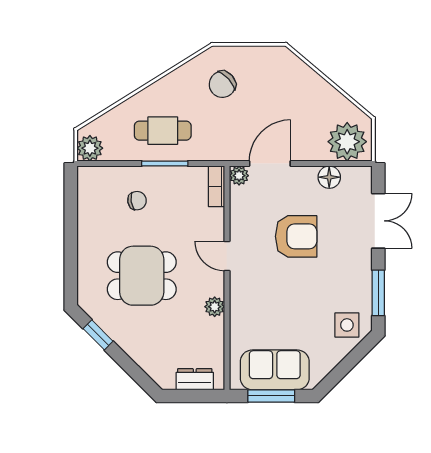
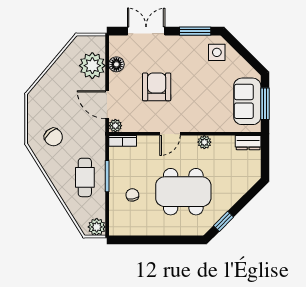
plant: (347, 142) -> (92, 66), moved
dining table: (142, 276) -> (183, 192), width x1.37
dresser: (195, 379) -> (248, 143), moved, turned -90

